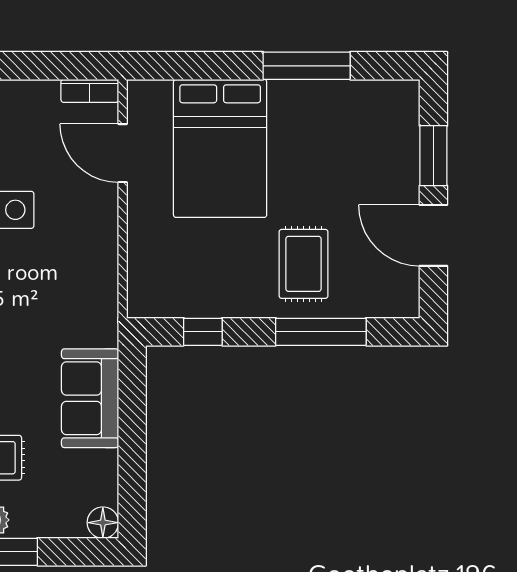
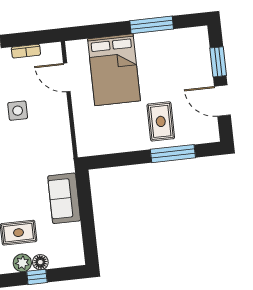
bookcase: (90, 91) -> (26, 51), moved
window: (203, 332) -> (115, 160), removed
floor lamp: (103, 523) -> (40, 262), moved

